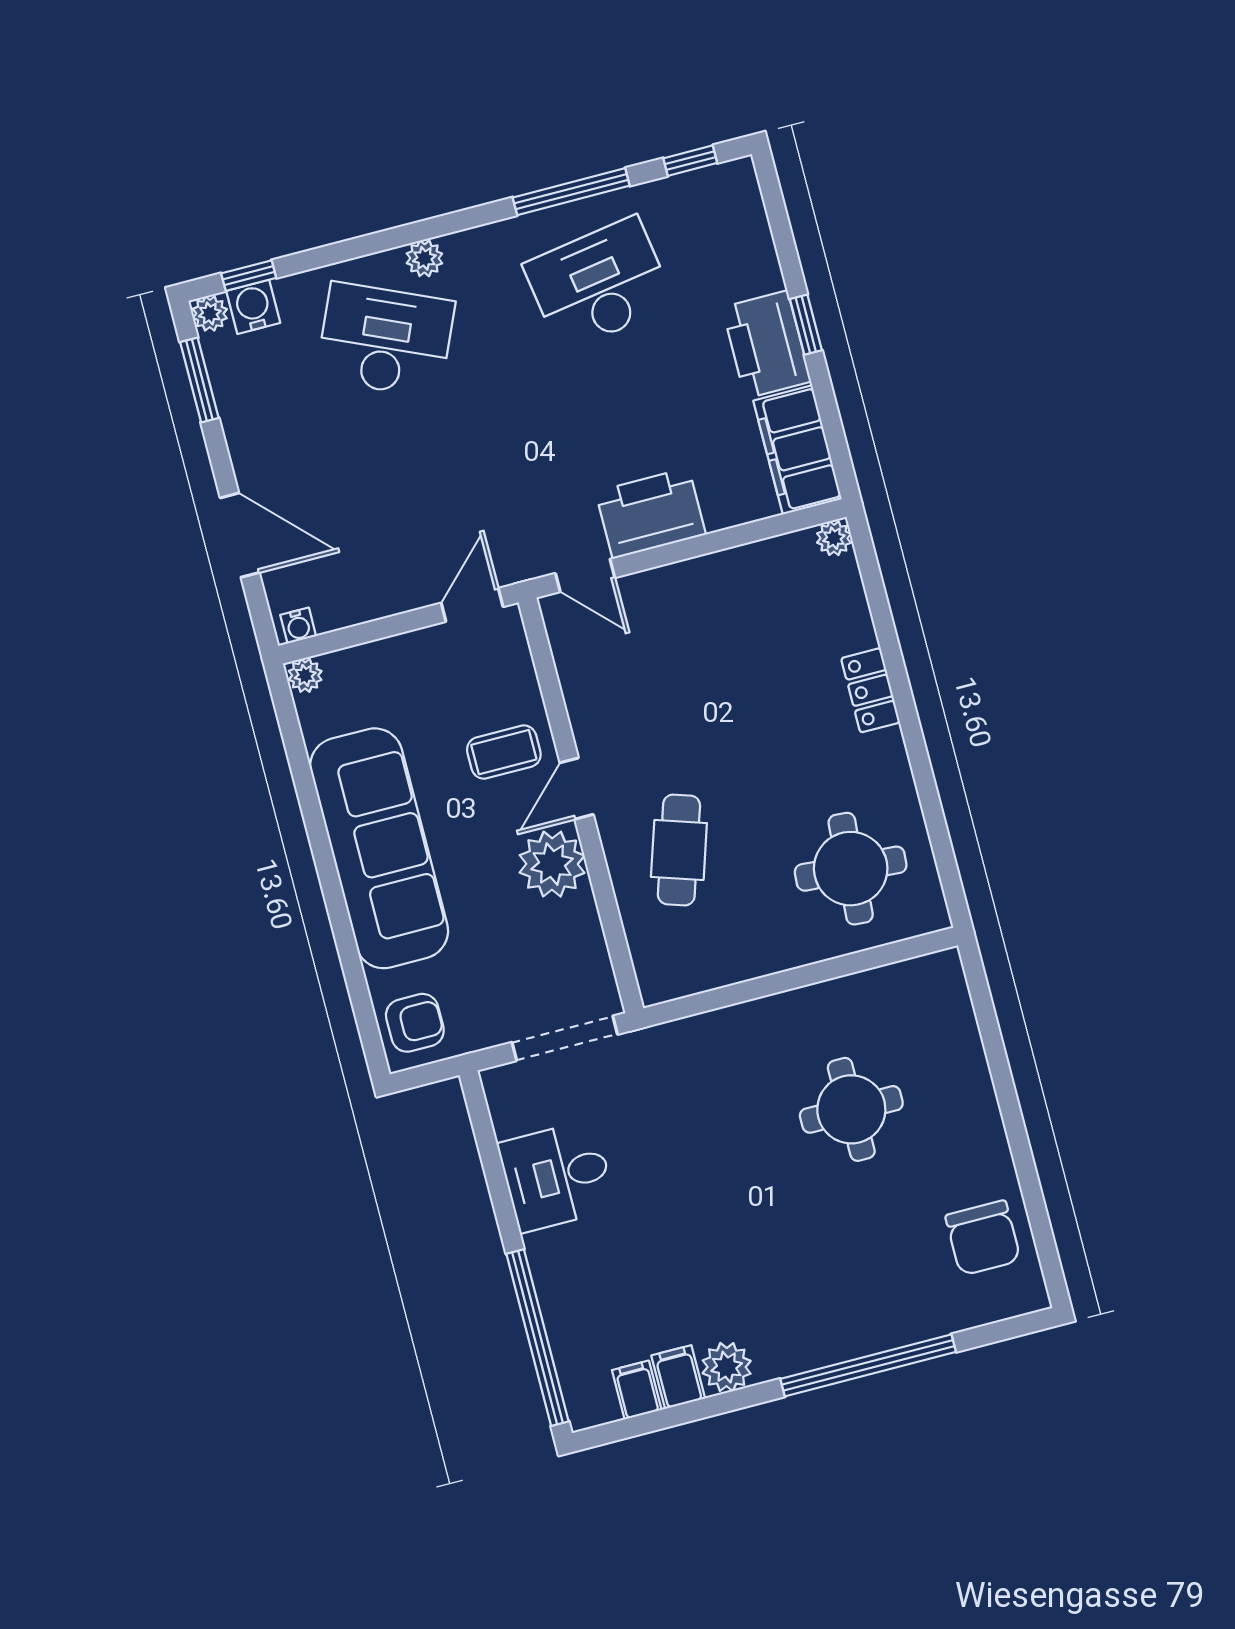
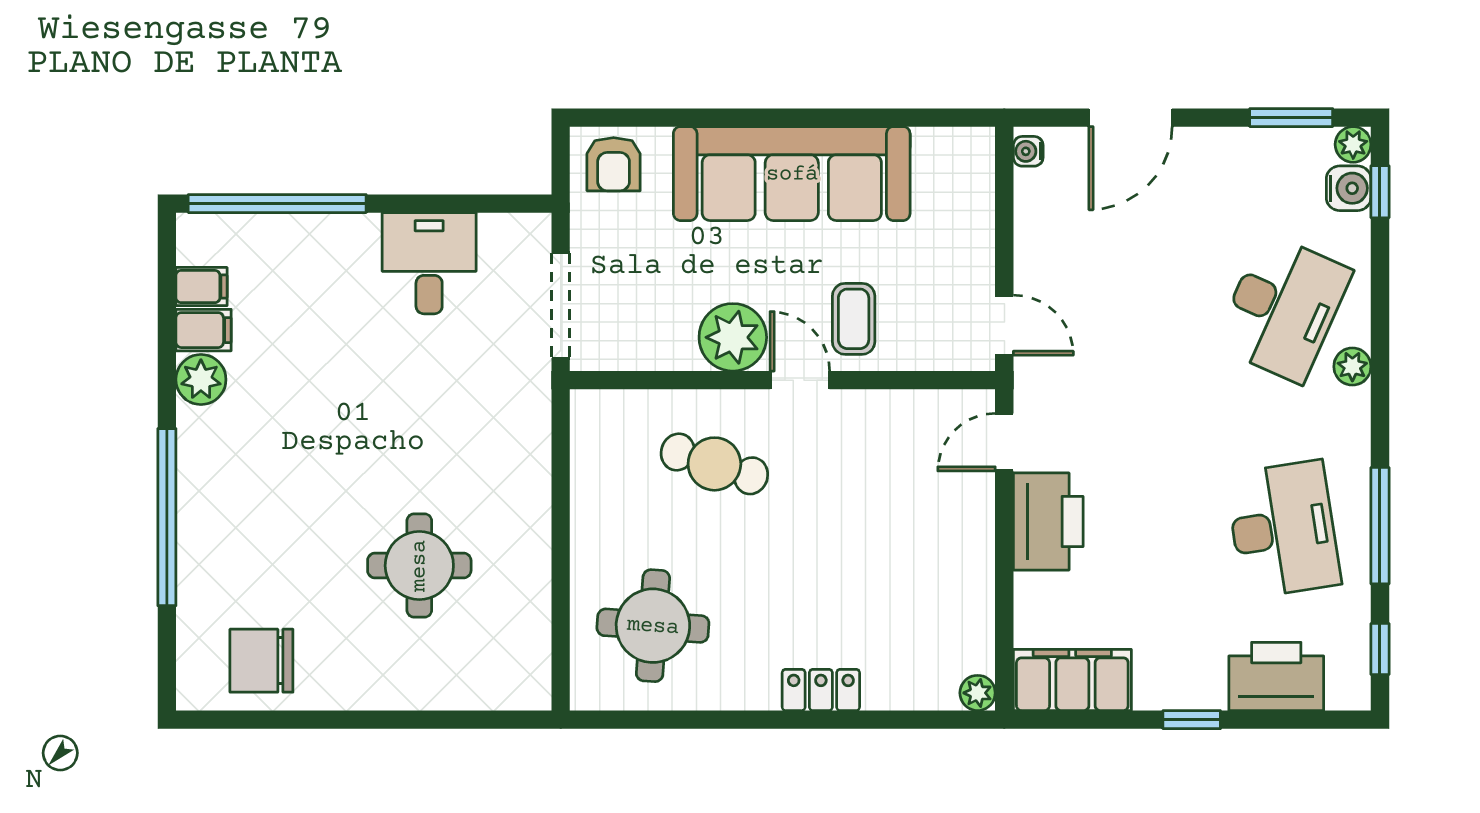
printer: (766, 344) -> (1276, 676), moved
plant: (305, 675) -> (978, 146), removed

